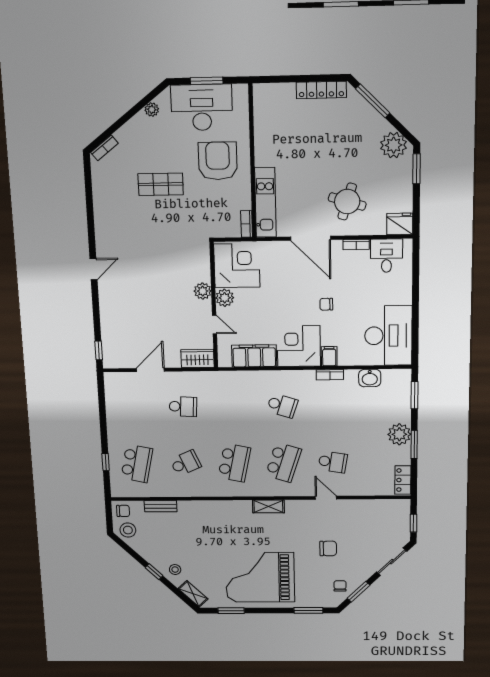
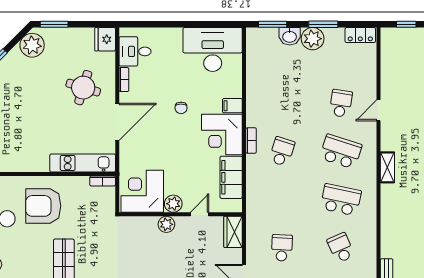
bookcase: (330, 375) -> (251, 140), moved
washbasin: (370, 378) -> (290, 36), moved, turned 90

